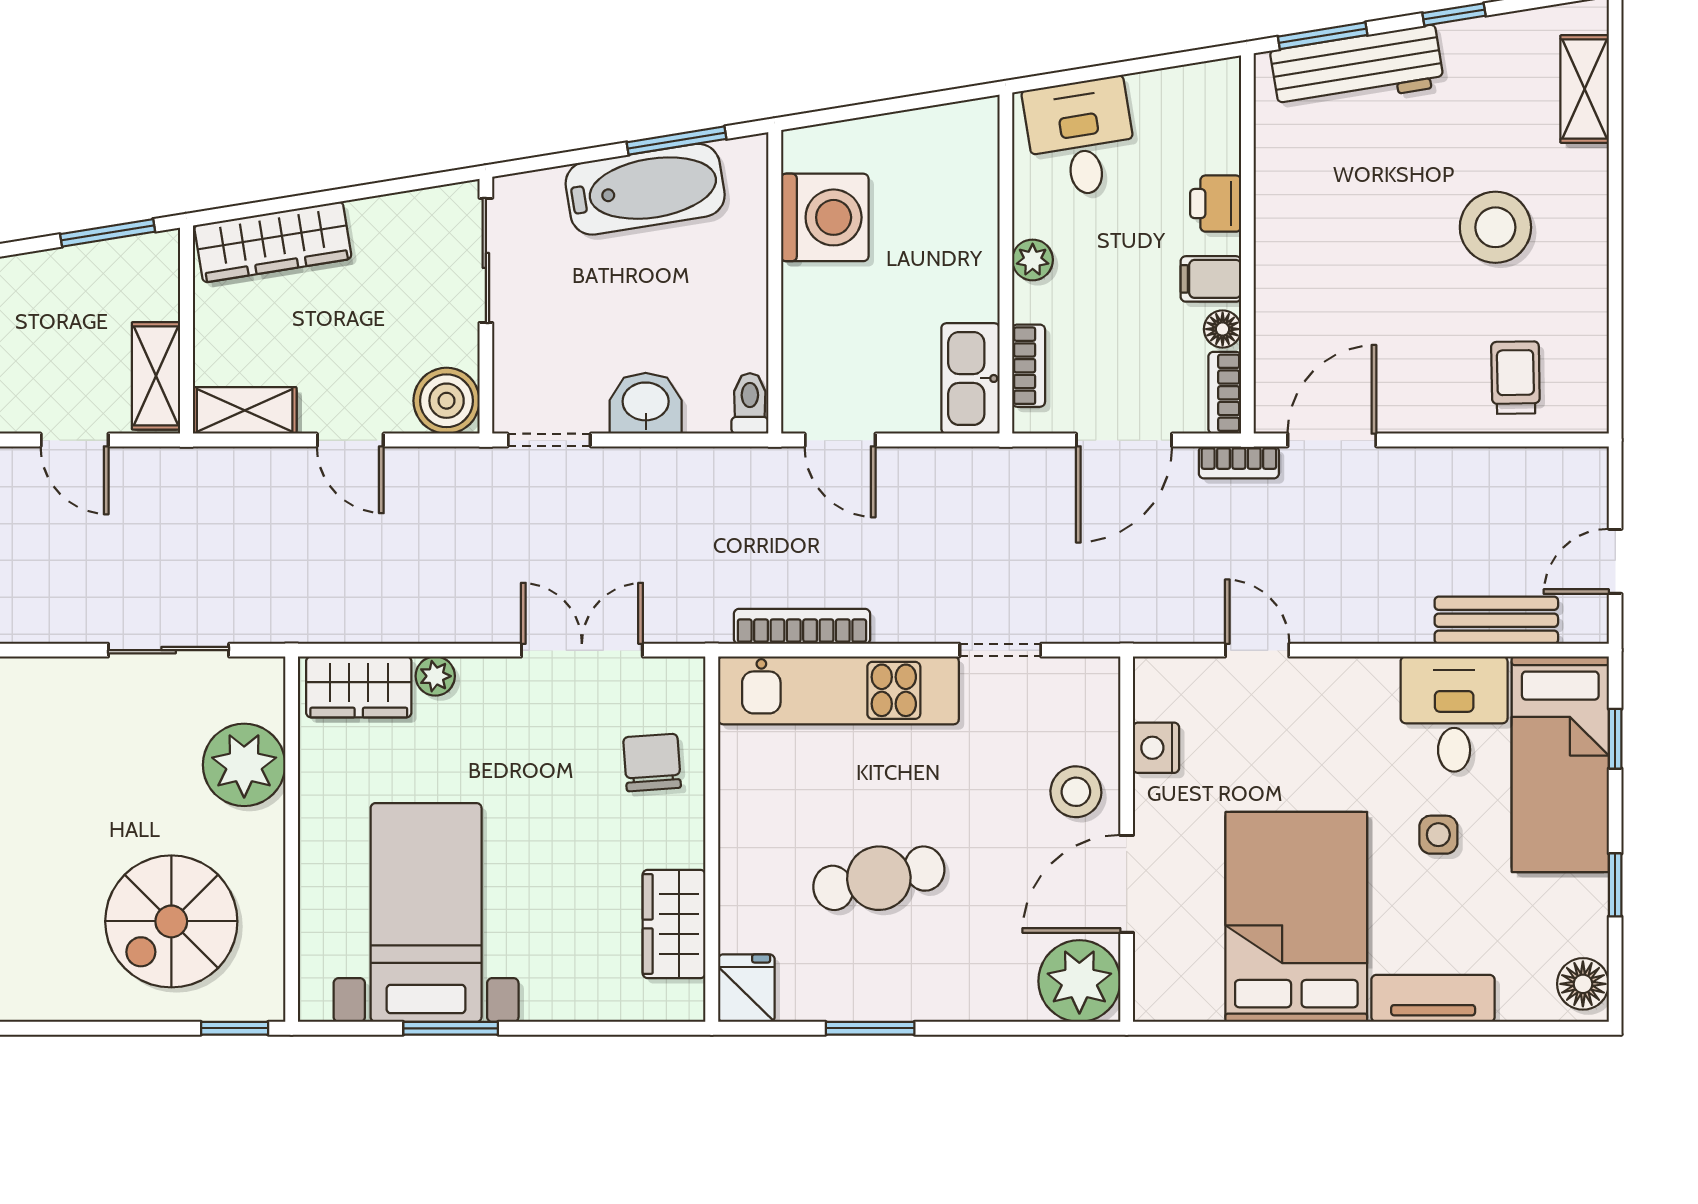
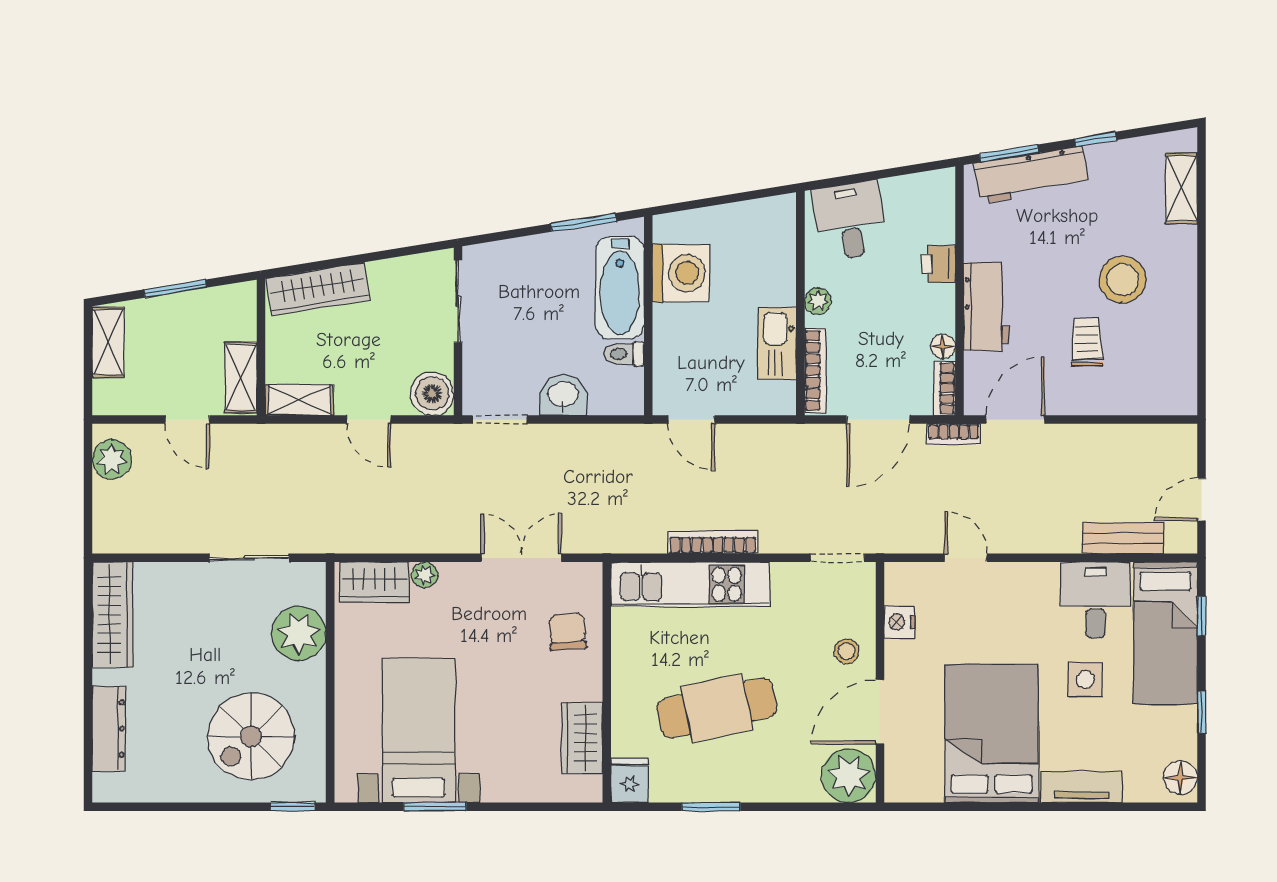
bathtub: (645, 189) -> (620, 288), moved, turned 99
window: (108, 233) -> (175, 289), moved
workbench: (1288, 269) -> (986, 307), added
filing cabinet: (1211, 279) -> (935, 313), removed
bookcase: (1029, 366) -> (815, 371), width x1.56
kitchen sink: (970, 378) -> (777, 343), moved
trolley: (1515, 378) -> (1087, 342), moved
toilet: (750, 403) -> (624, 354), moved, turned -90
bookcase: (802, 626) -> (713, 542), moved
doorway: (1000, 650) -> (837, 558), moved
stool: (1076, 792) -> (846, 651), width x0.73, depth x0.73
side table: (1438, 835) -> (1085, 679), width x1.37, depth x1.37
cafe table: (879, 878) -> (717, 708), width x1.37, depth x1.35

